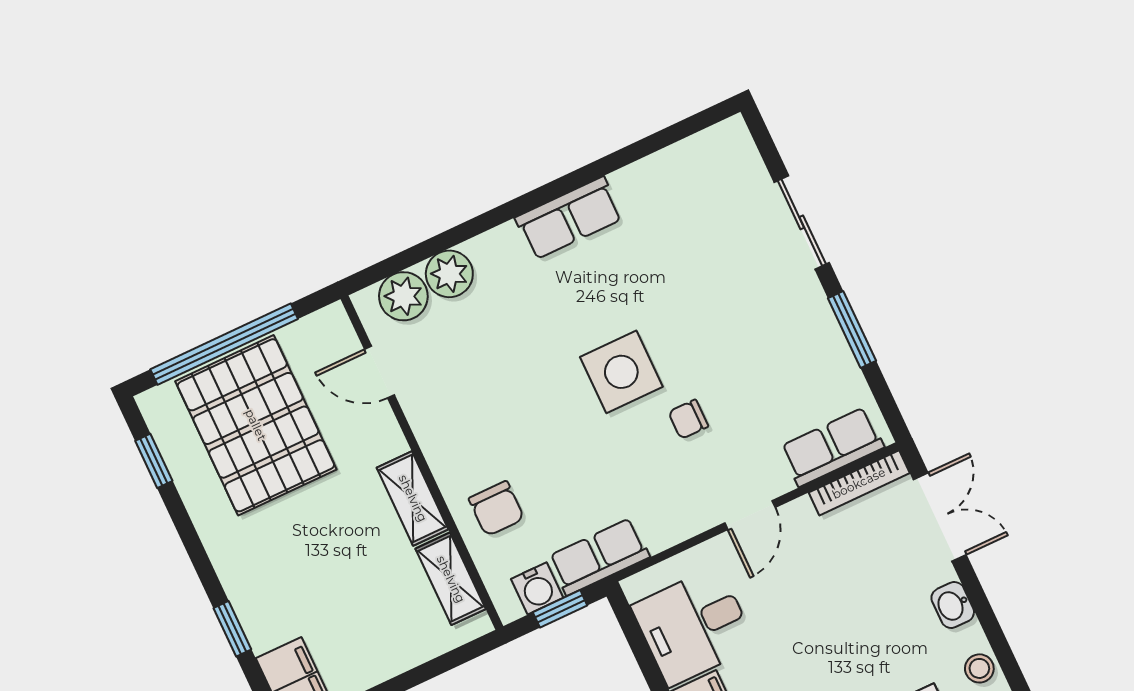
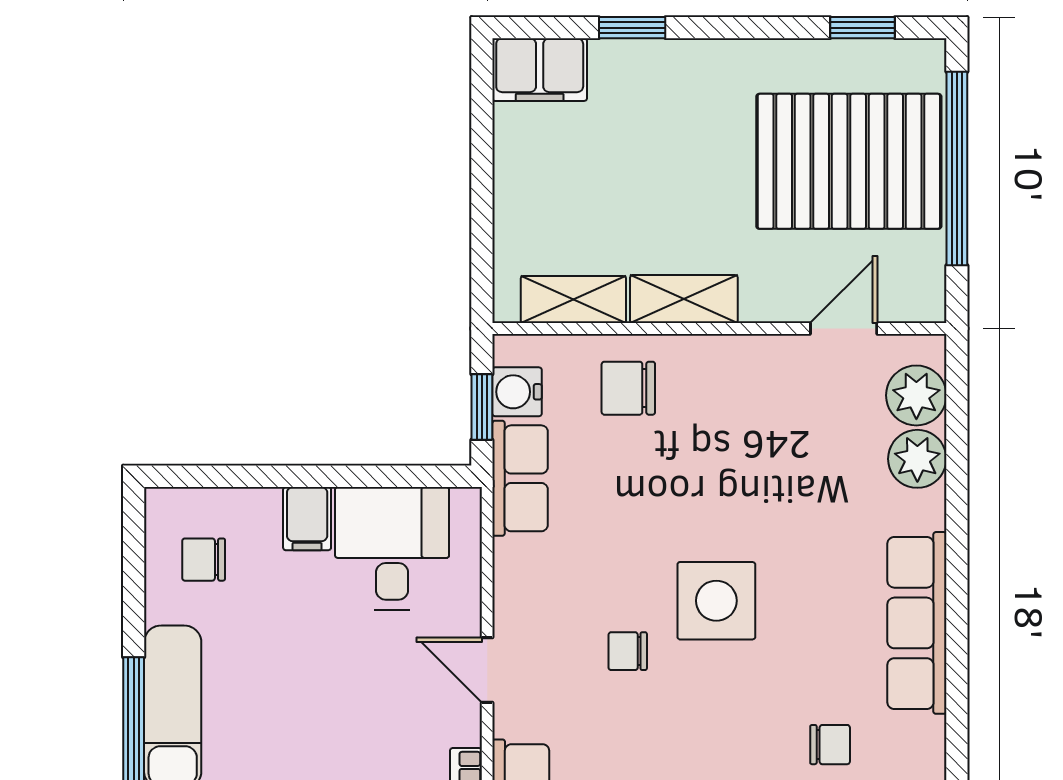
row of seats: (569, 218) -> (917, 623), width x1.48
chair: (687, 240) -> (830, 745), added
chair: (688, 419) -> (628, 651), turned -90

